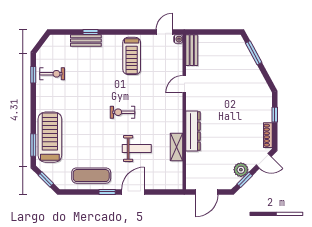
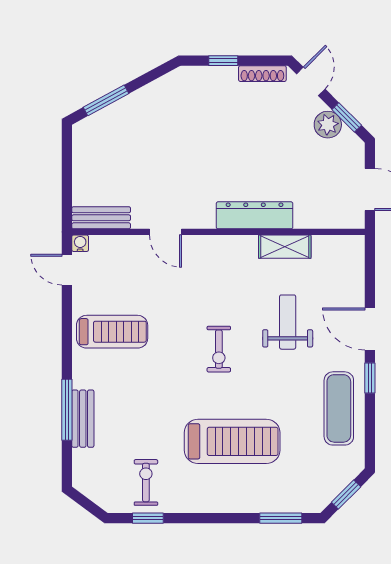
window: (91, 32) -> (67, 410), width x2.17
treadmill: (50, 137) -> (232, 441), moved, turned 180

